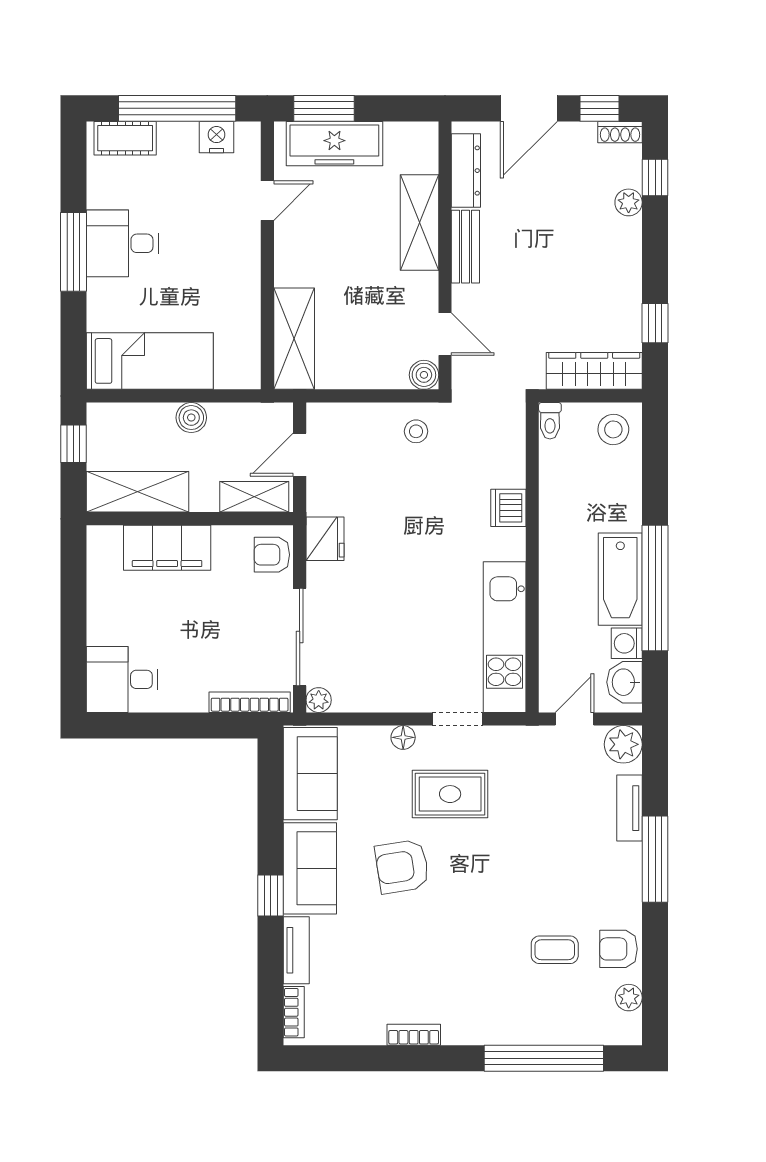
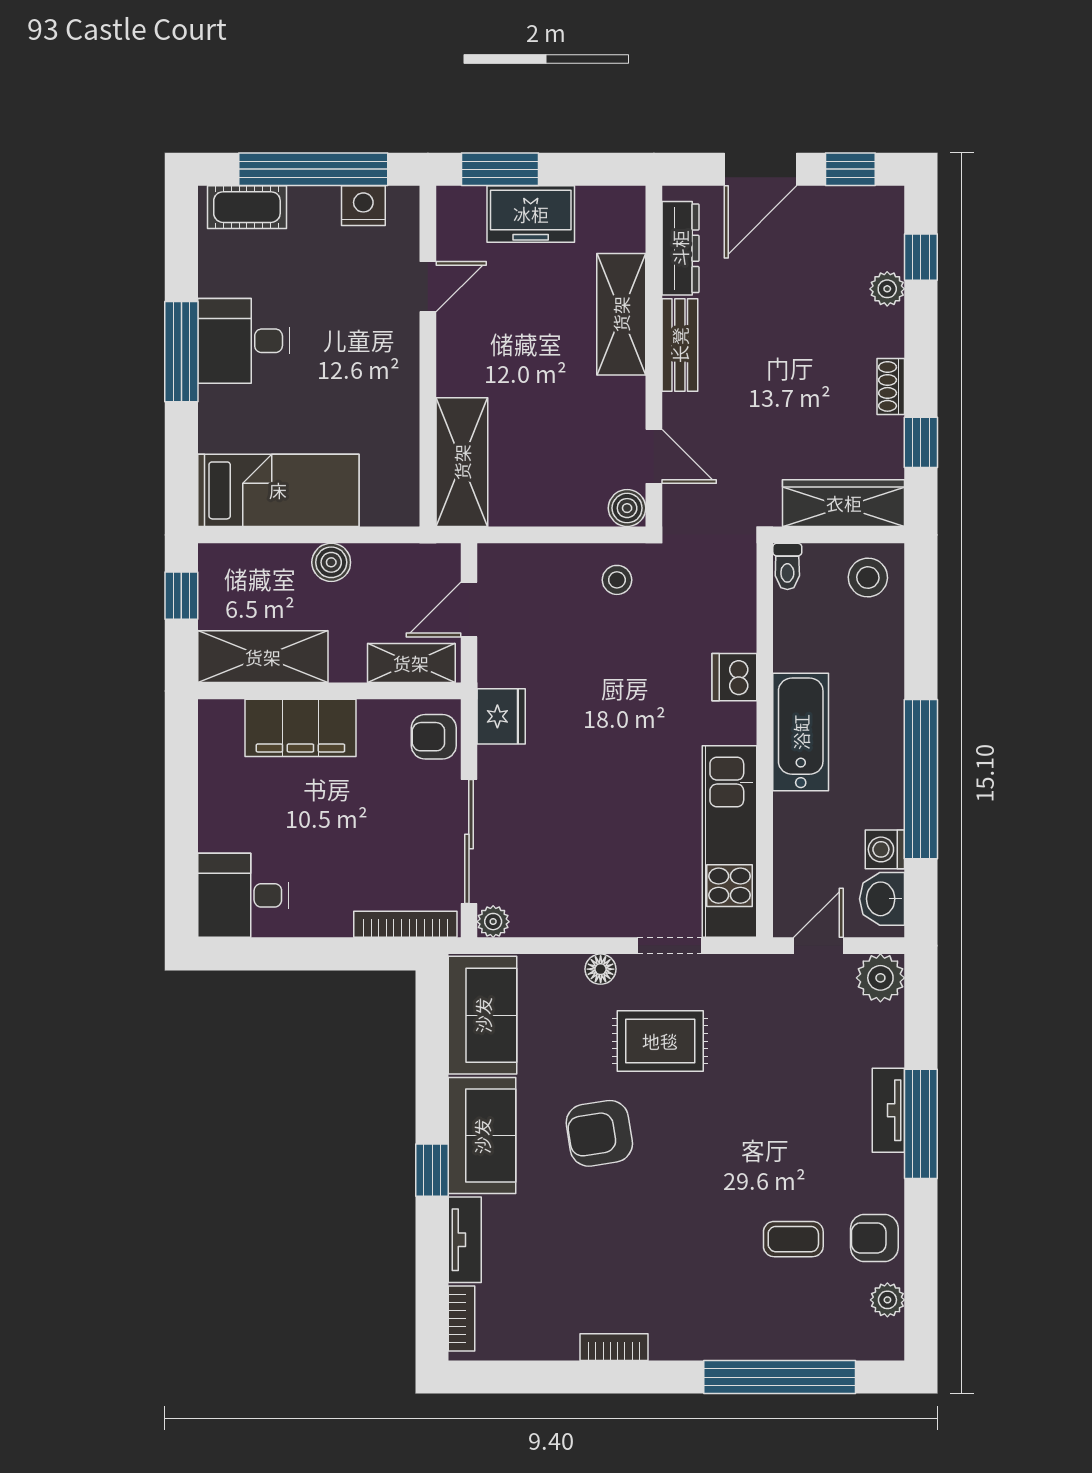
shoe rack: (620, 132) -> (891, 386), moved, turned 90
freezer: (334, 144) -> (531, 214), width x0.71
bathtub: (620, 579) -> (801, 732), moved, turned 180
tv unit: (629, 808) -> (888, 1110), moved

